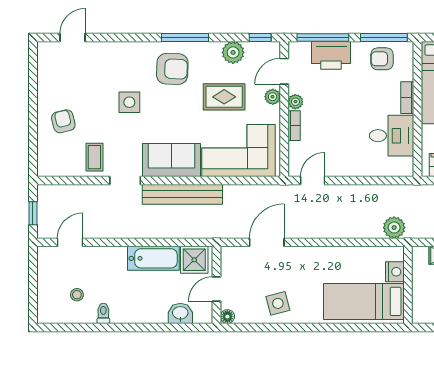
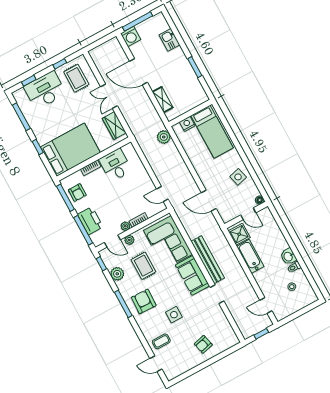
coffee table: (94, 157) -> (161, 341), moved
washbasin: (180, 313) -> (288, 257), moved

